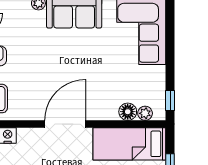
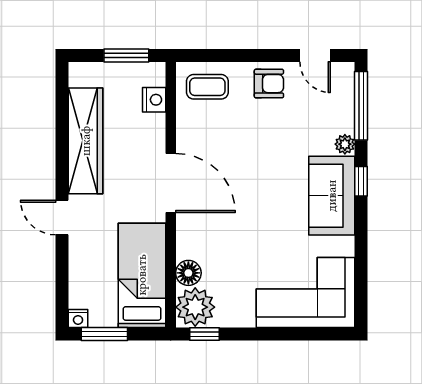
plant: (145, 113) -> (195, 307), width x1.88, depth x1.88

